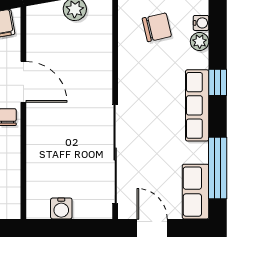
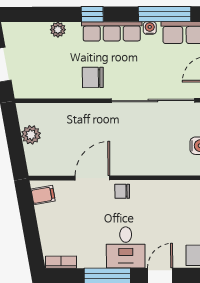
water cooler: (201, 23) -> (150, 28), moved
chair: (157, 27) -> (93, 77), moved, turned -77

